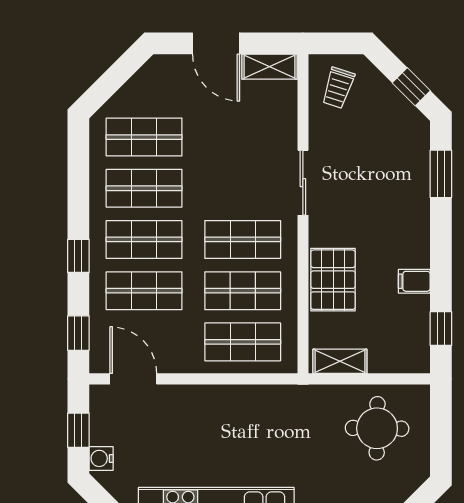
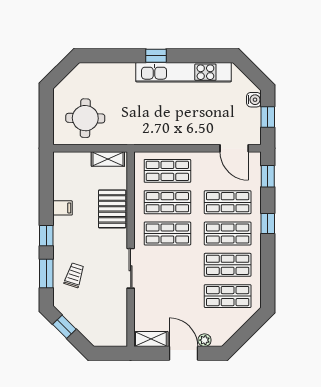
plant: (182, 65) -> (205, 340), added
trolley: (338, 88) -> (74, 275), moved
window: (441, 329) -> (46, 236), moved

